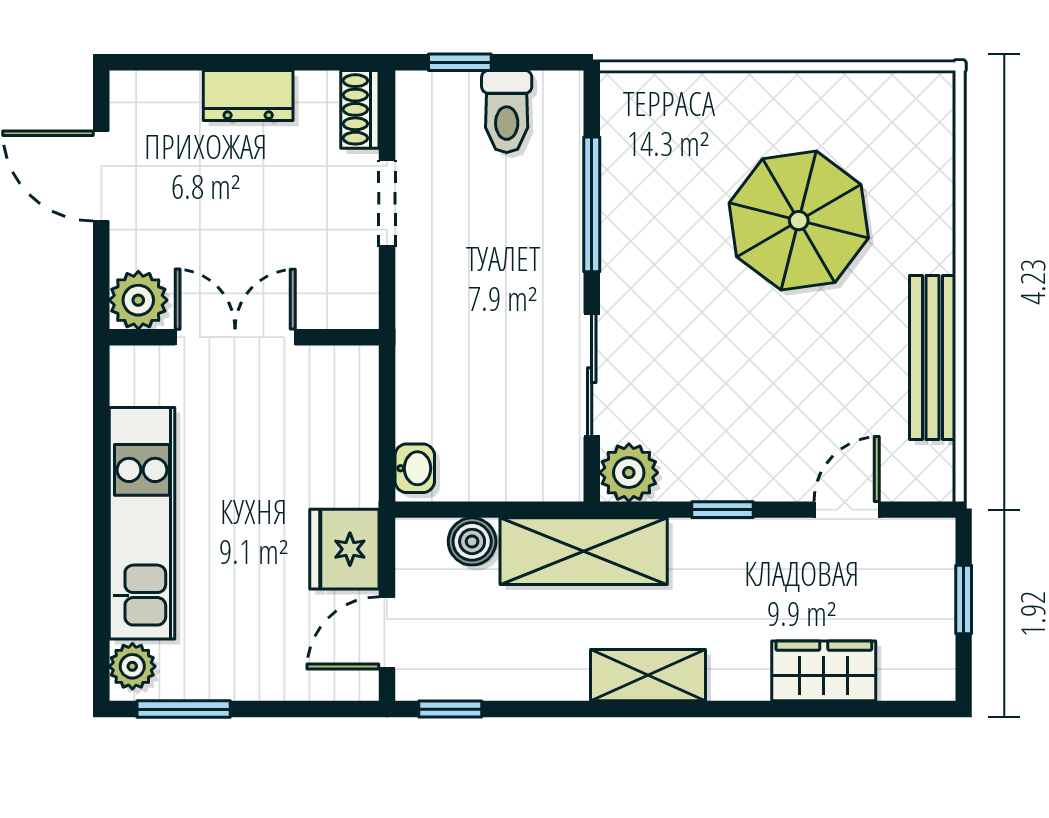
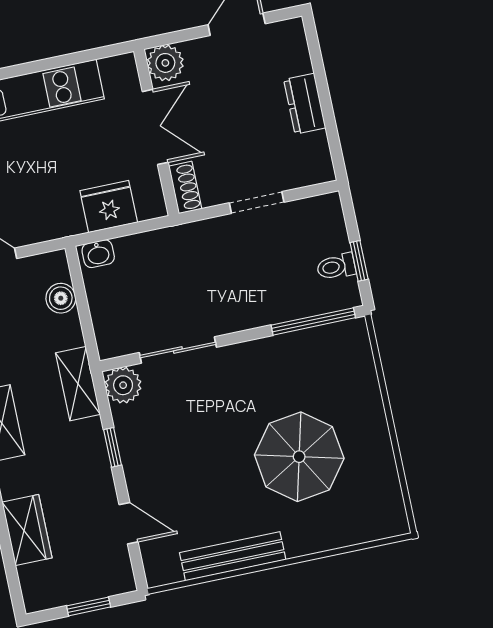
window: (460, 62) -> (359, 261), moved
shoe rack: (360, 109) -> (185, 187), moved, turned 90
toilet: (507, 112) -> (336, 267), width x0.73, depth x0.72
window: (592, 204) -> (313, 321), moved
fridge: (344, 549) -> (109, 207), moved
shelving: (584, 551) -> (78, 384), width x0.67, depth x0.75

